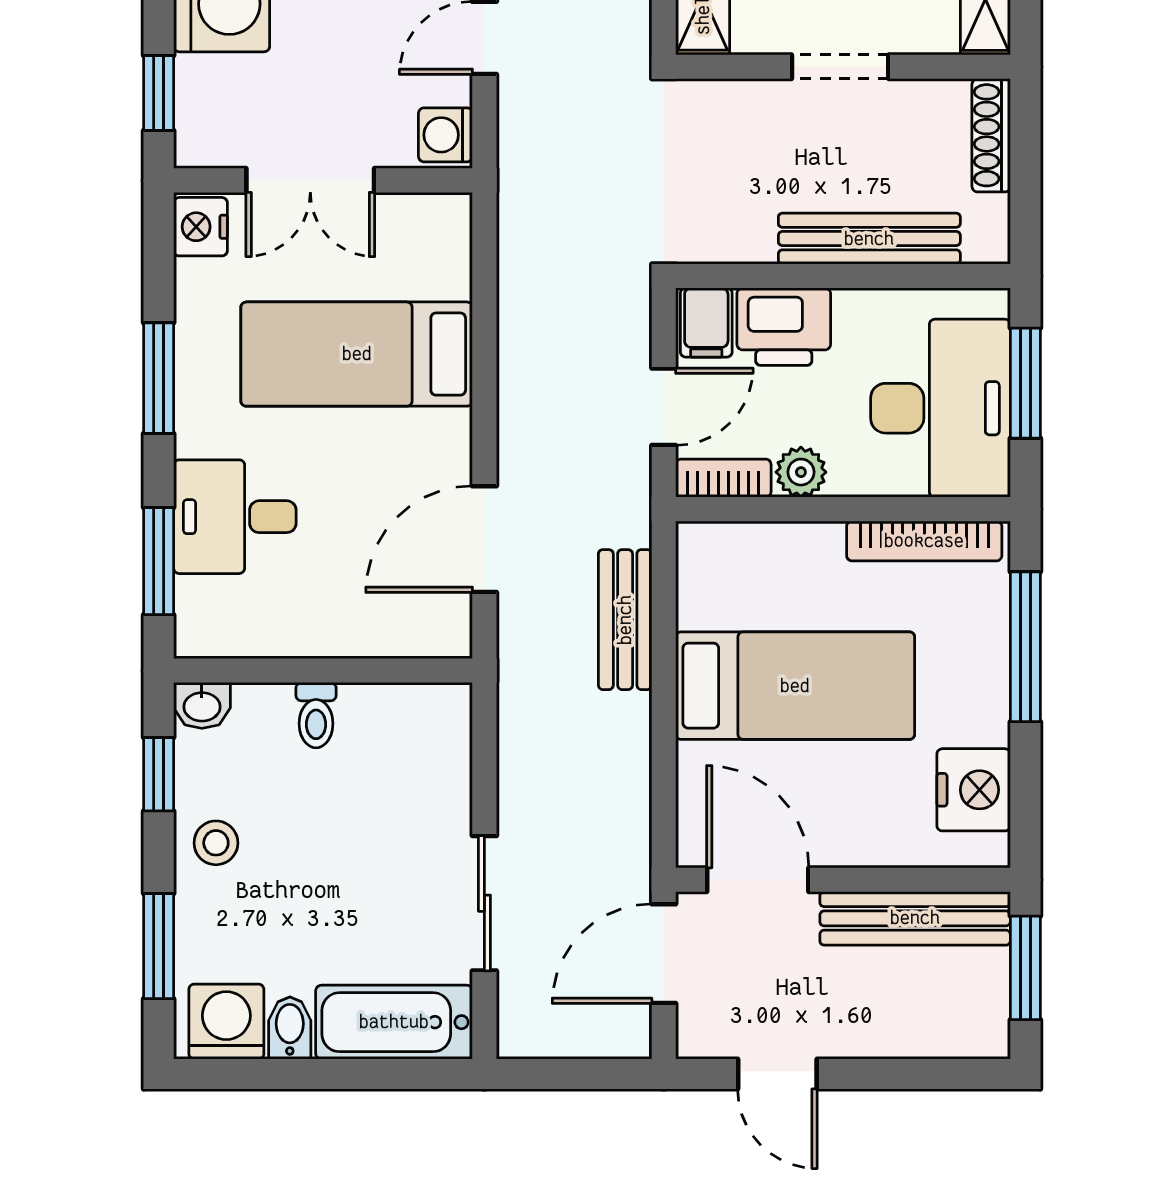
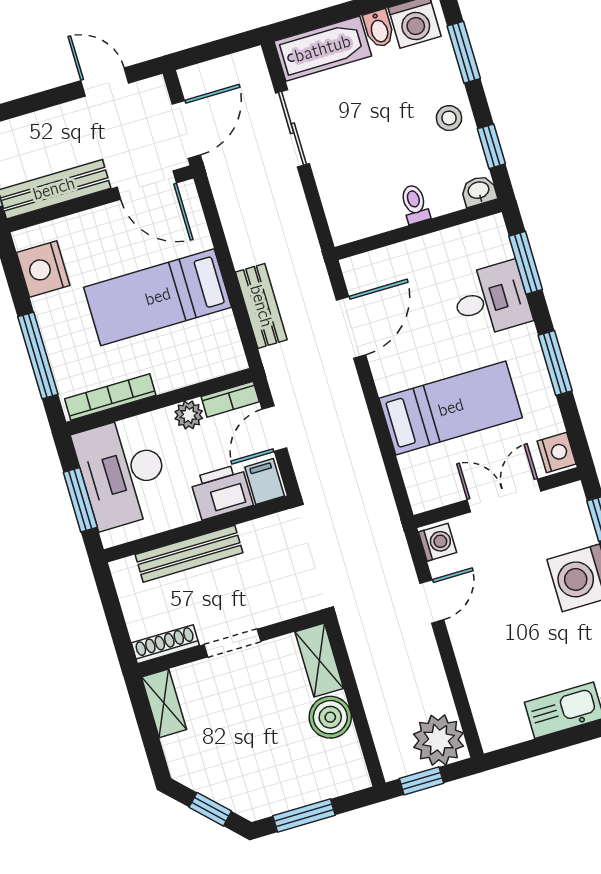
shoe rack: (991, 135) -> (165, 644), moved, turned -90

